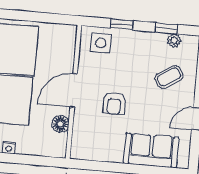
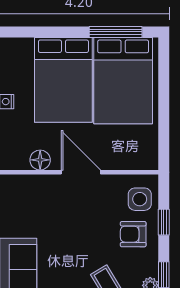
armchair: (114, 103) -> (133, 234), moved

